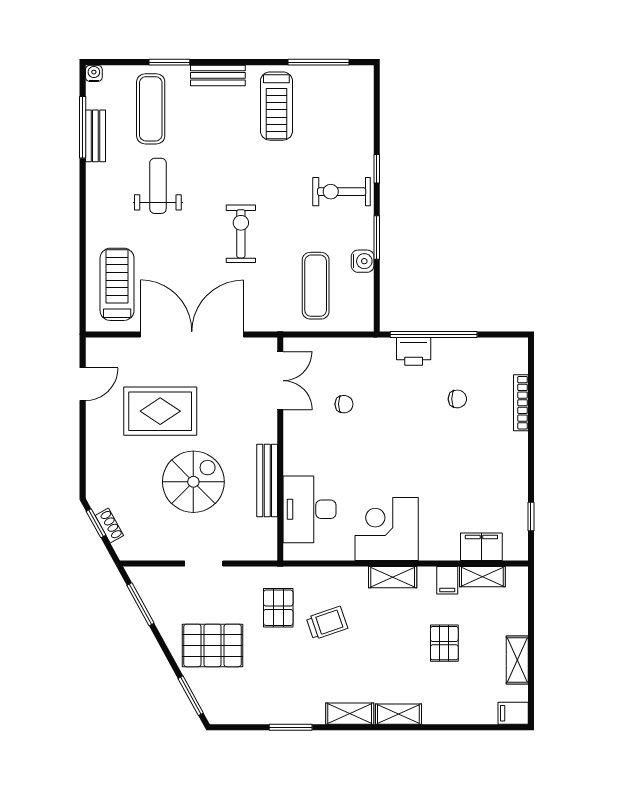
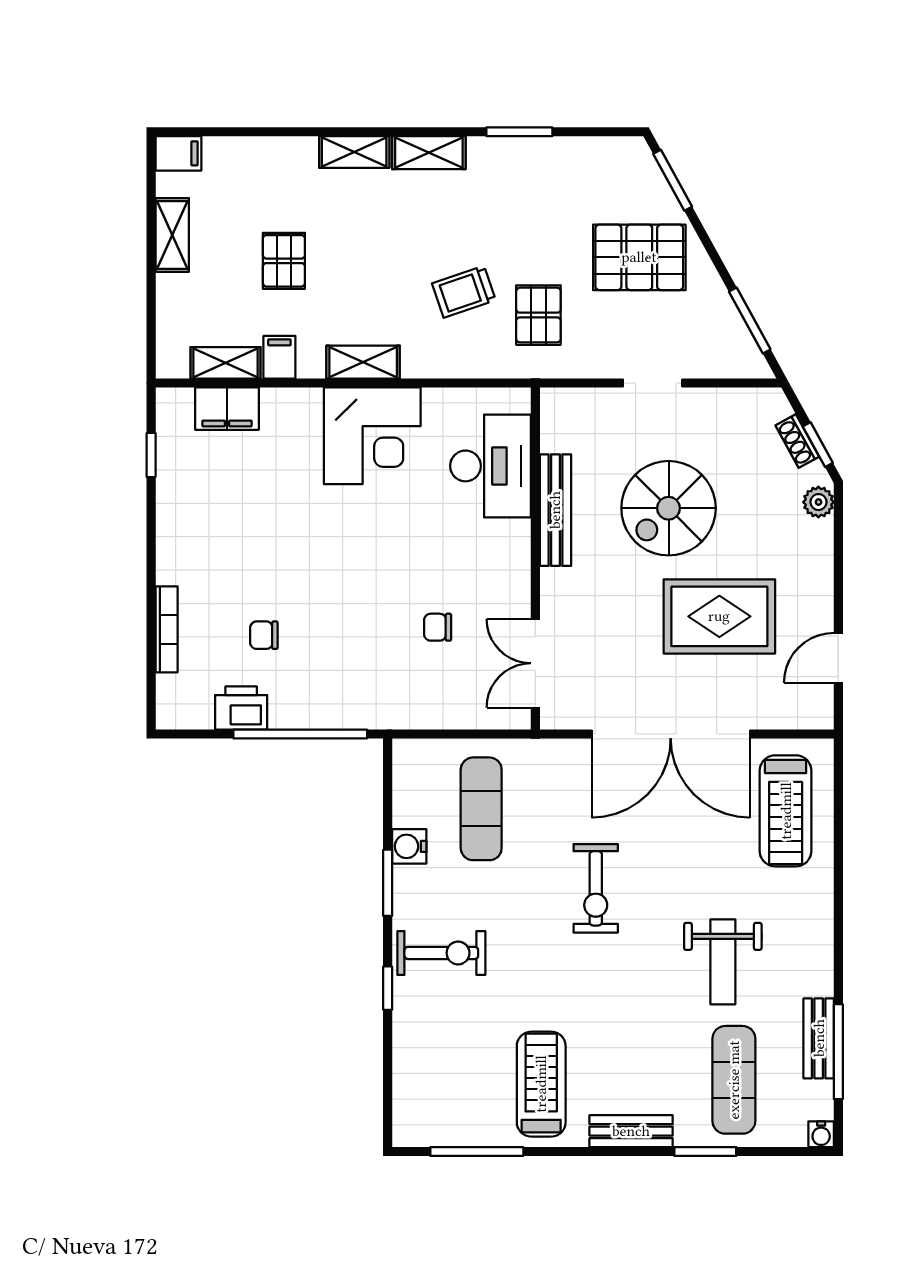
printer: (414, 351) -> (241, 708), moved
plant: (96, 486) -> (818, 502), added

